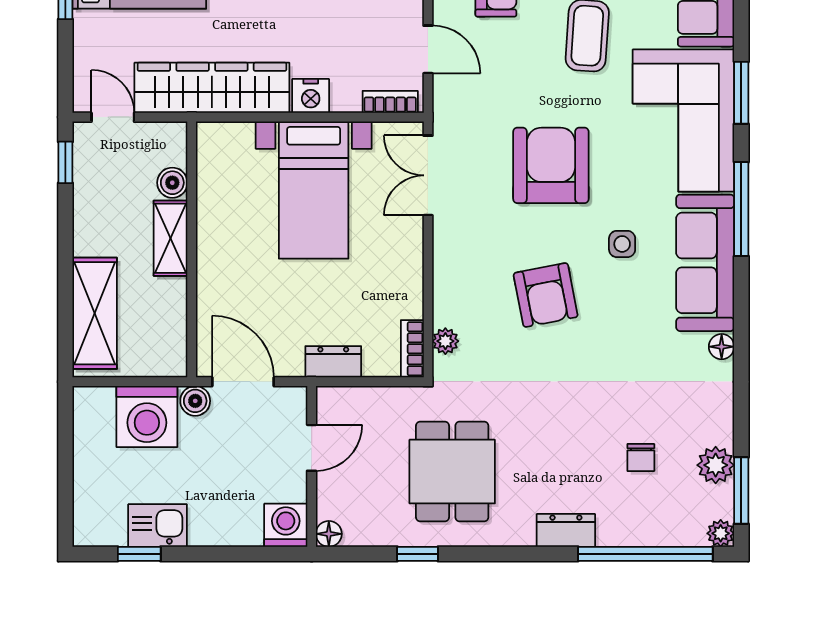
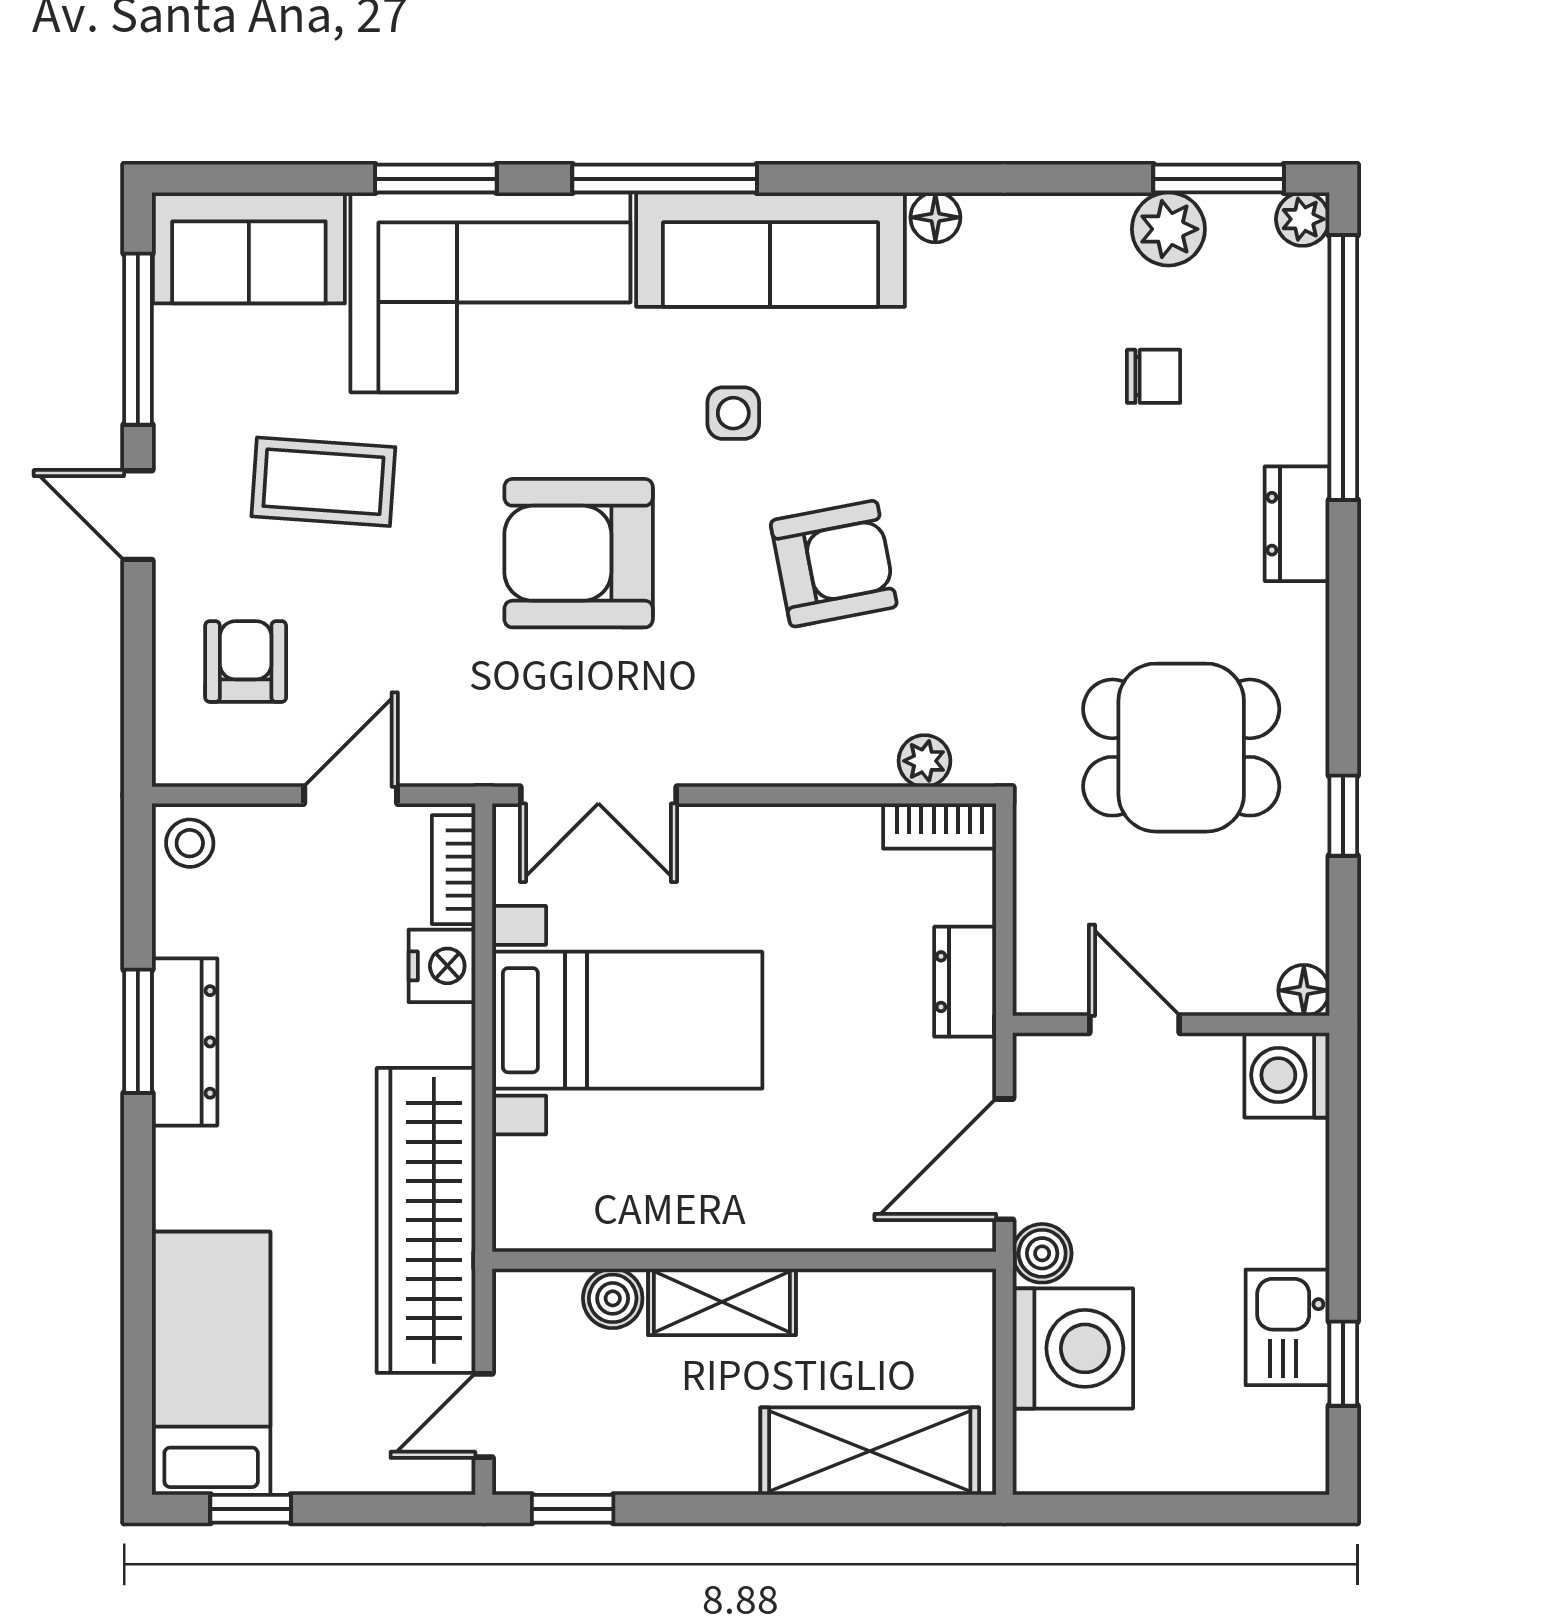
nightstand: (311, 96) -> (442, 966), moved

